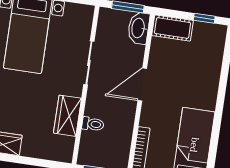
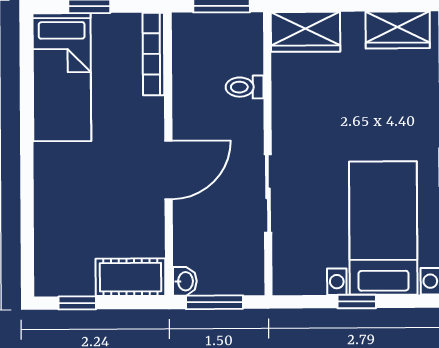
washbasin: (139, 28) -> (185, 281), width x0.52, depth x0.69
wardrobe: (67, 116) -> (306, 32), moved, turned 90

